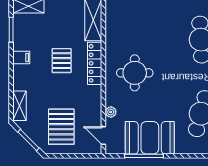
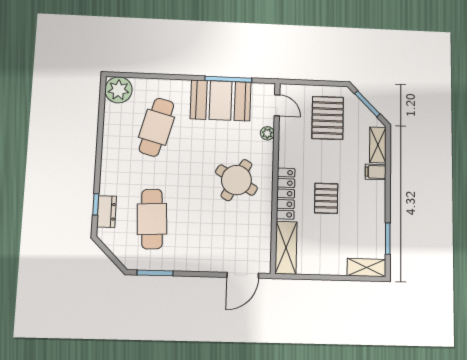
filing cabinet: (21, 58) -> (376, 172), moved
round table: (135, 73) -> (236, 180), turned 30

